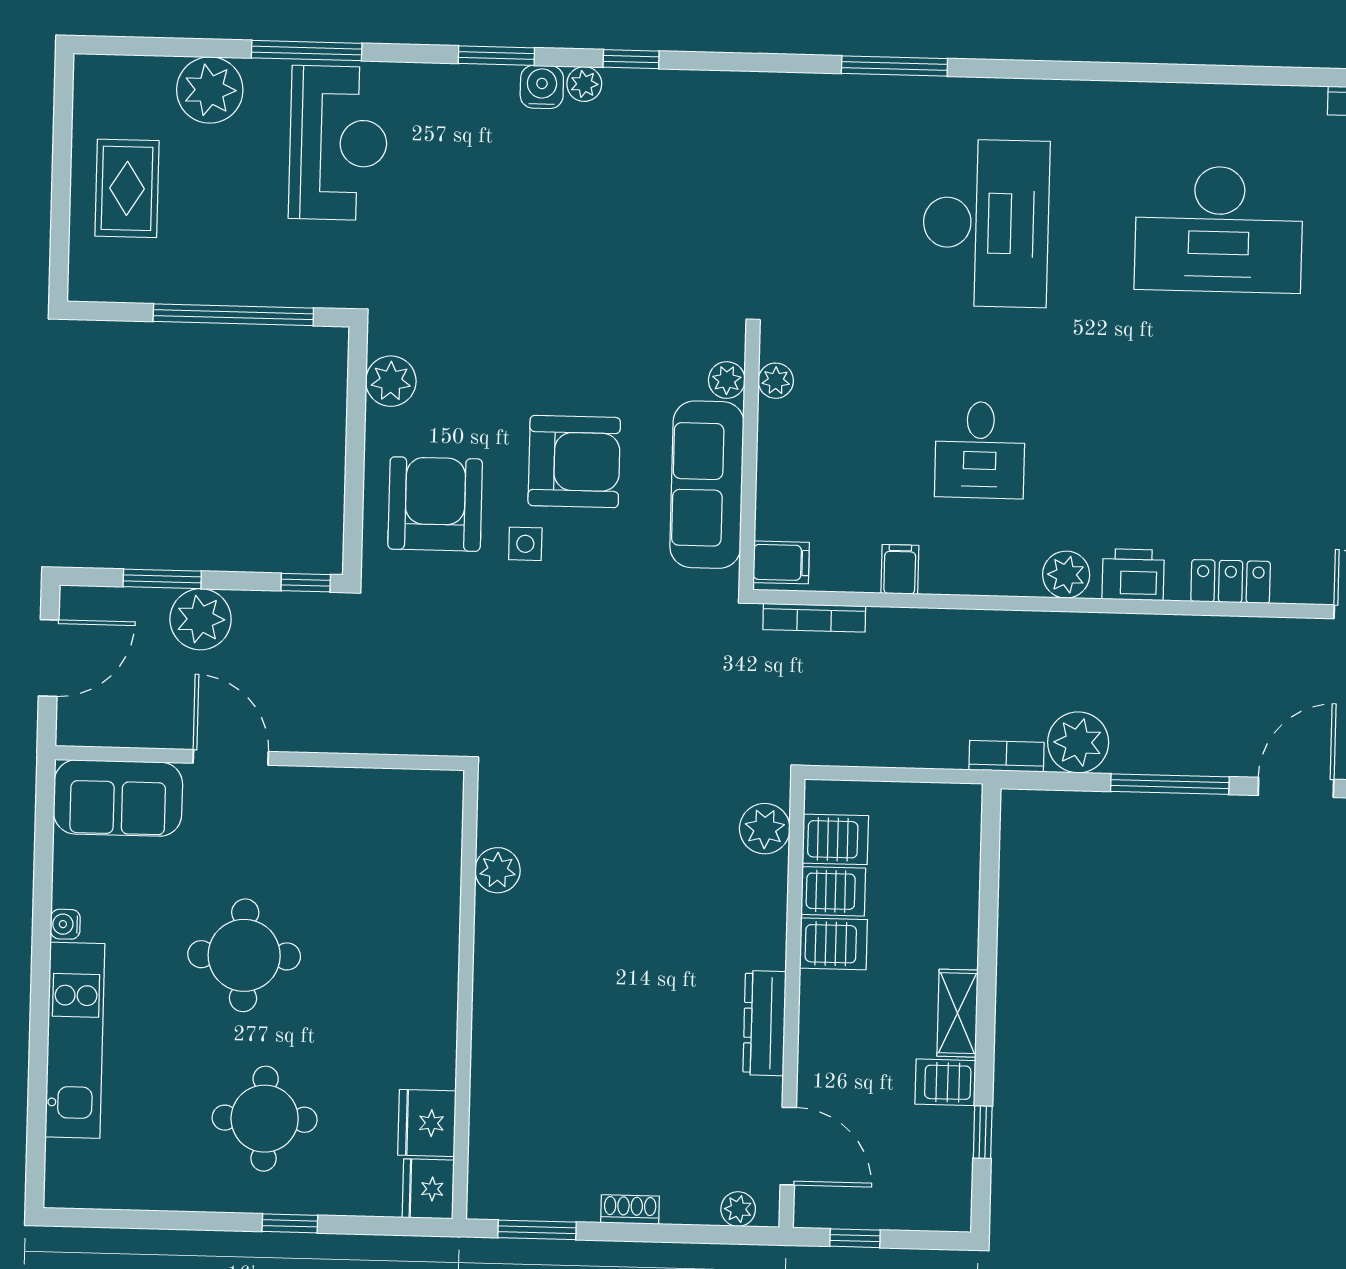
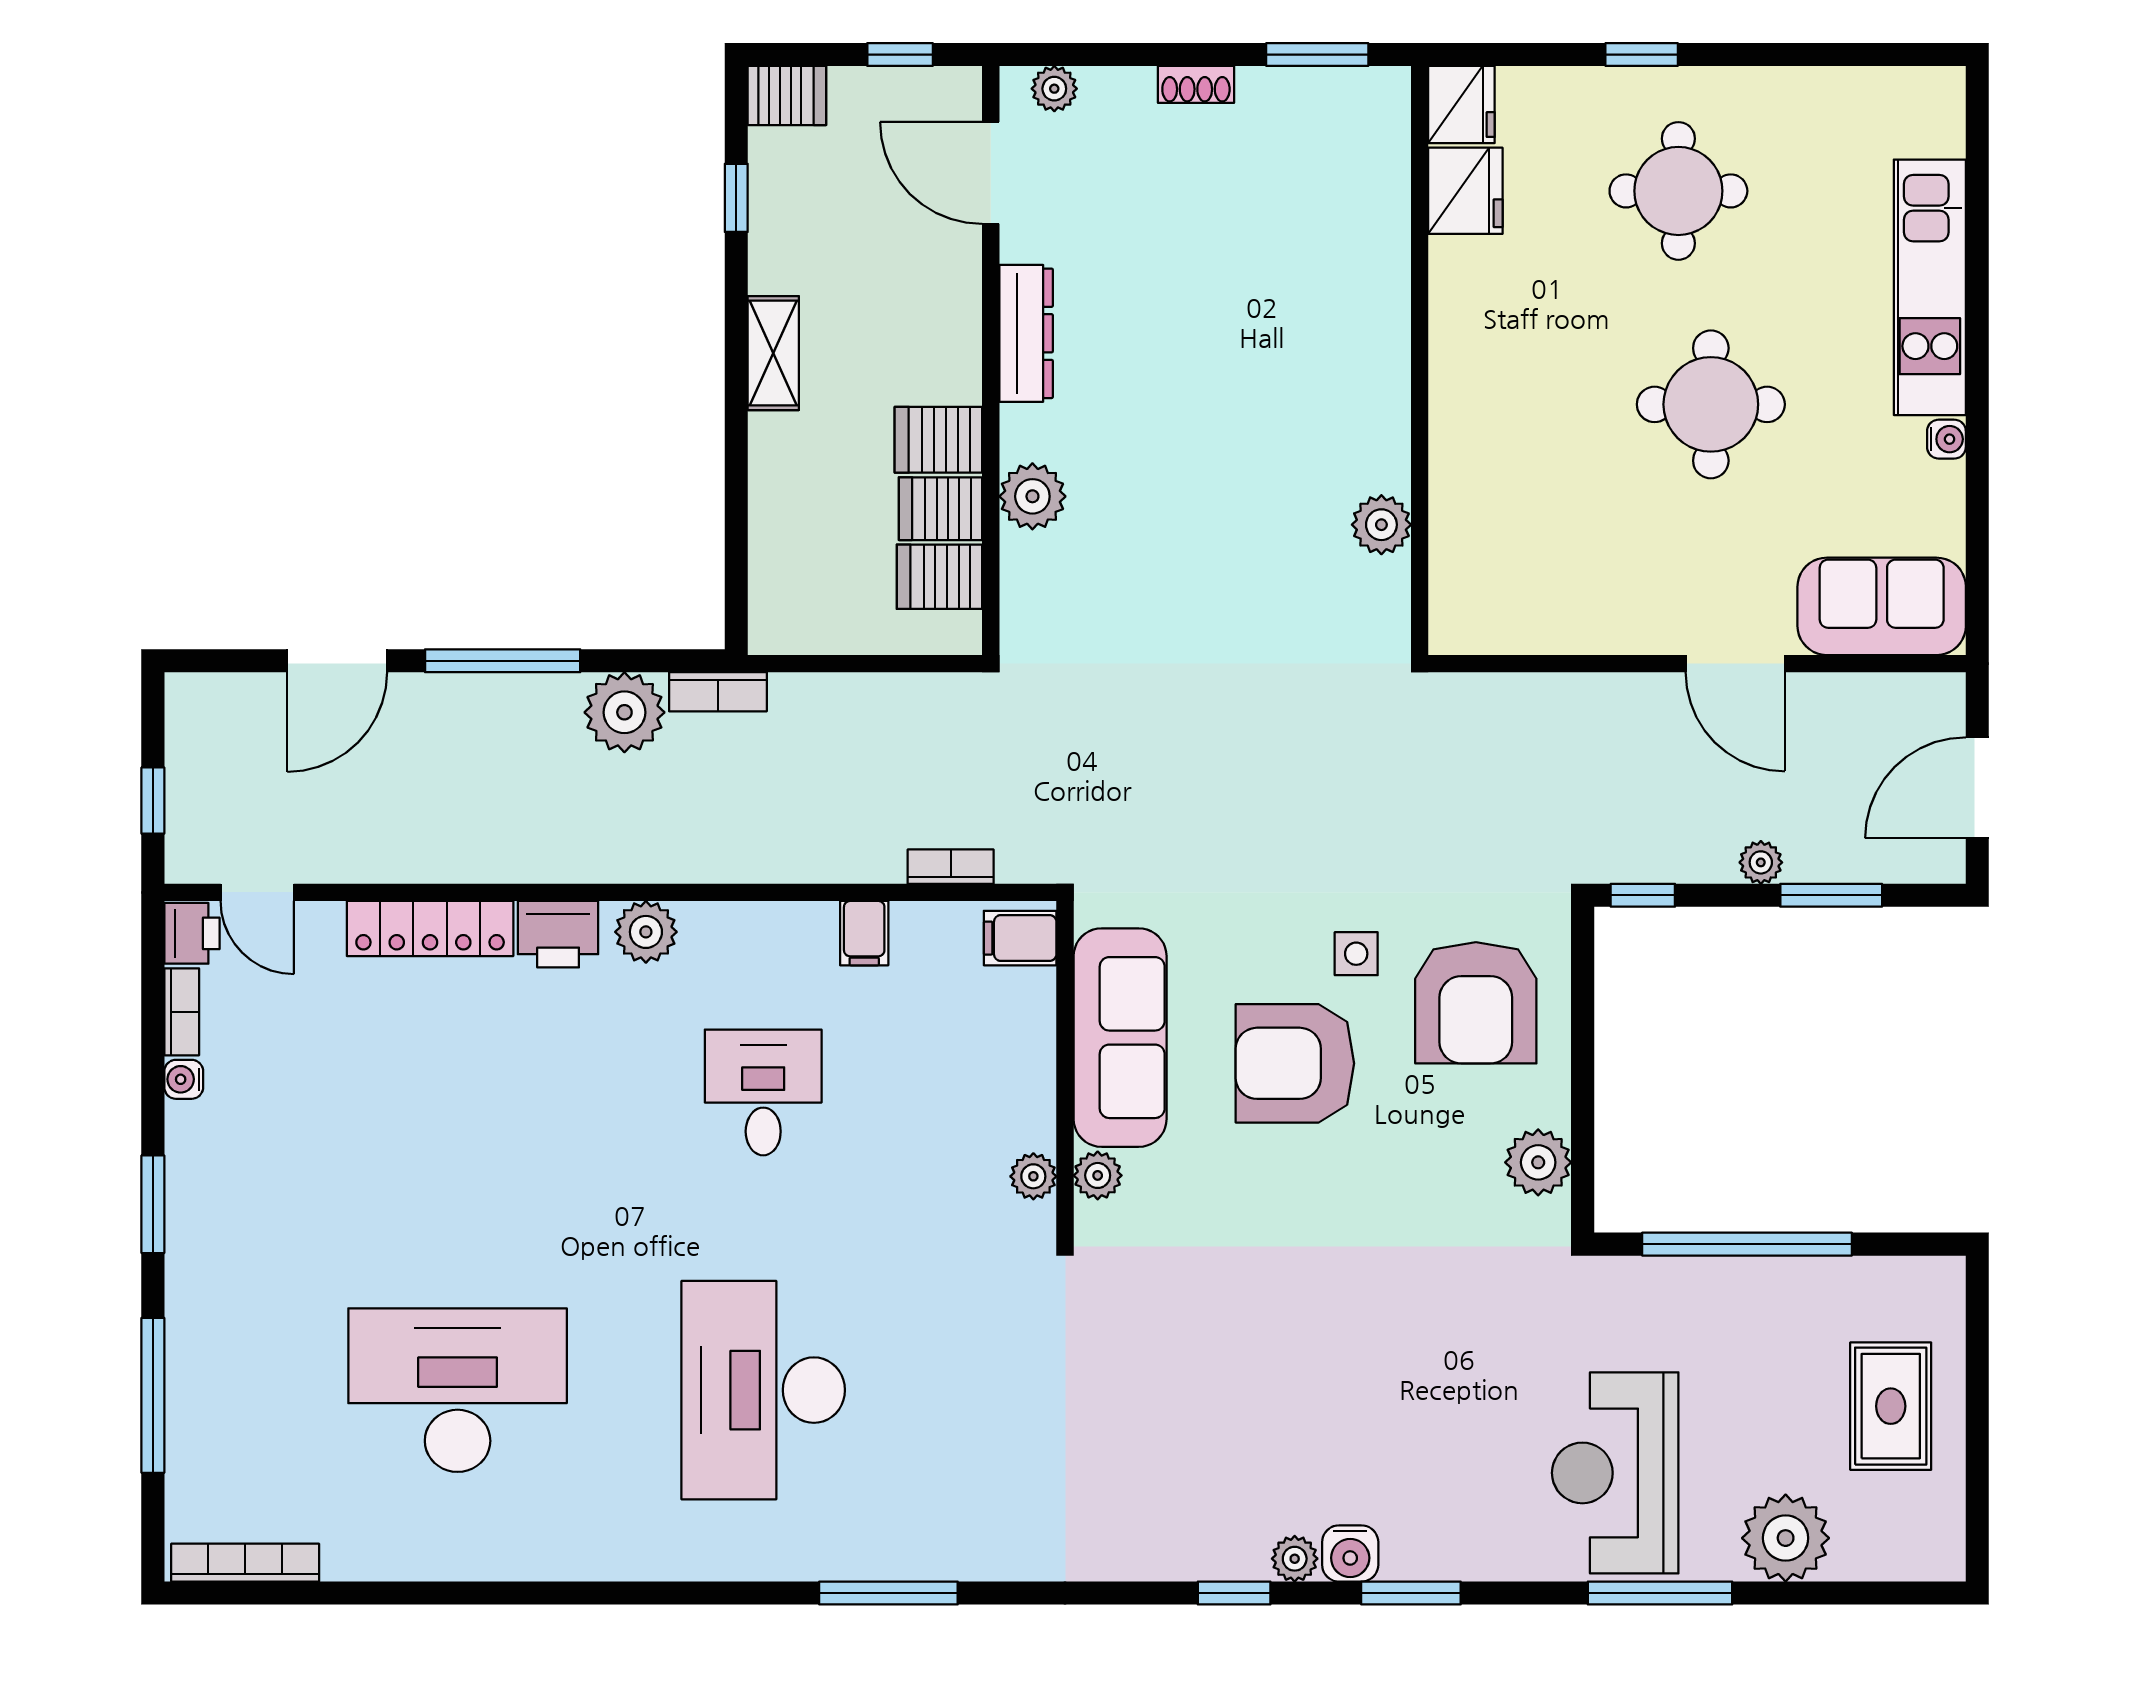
locker: (1231, 581) -> (430, 929), width x1.53
bookcase: (814, 618) -> (951, 867), width x0.64
plant: (201, 619) -> (1761, 862), width x0.53, depth x0.53
plant: (765, 829) -> (1032, 496), moved
server rack: (945, 1082) -> (787, 96), moved

